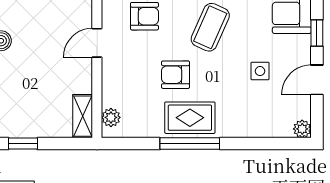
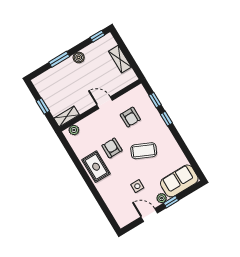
plant: (302, 129) -> (162, 198), moved
window: (23, 144) -> (43, 106), moved
window: (190, 144) -> (84, 174), removed

